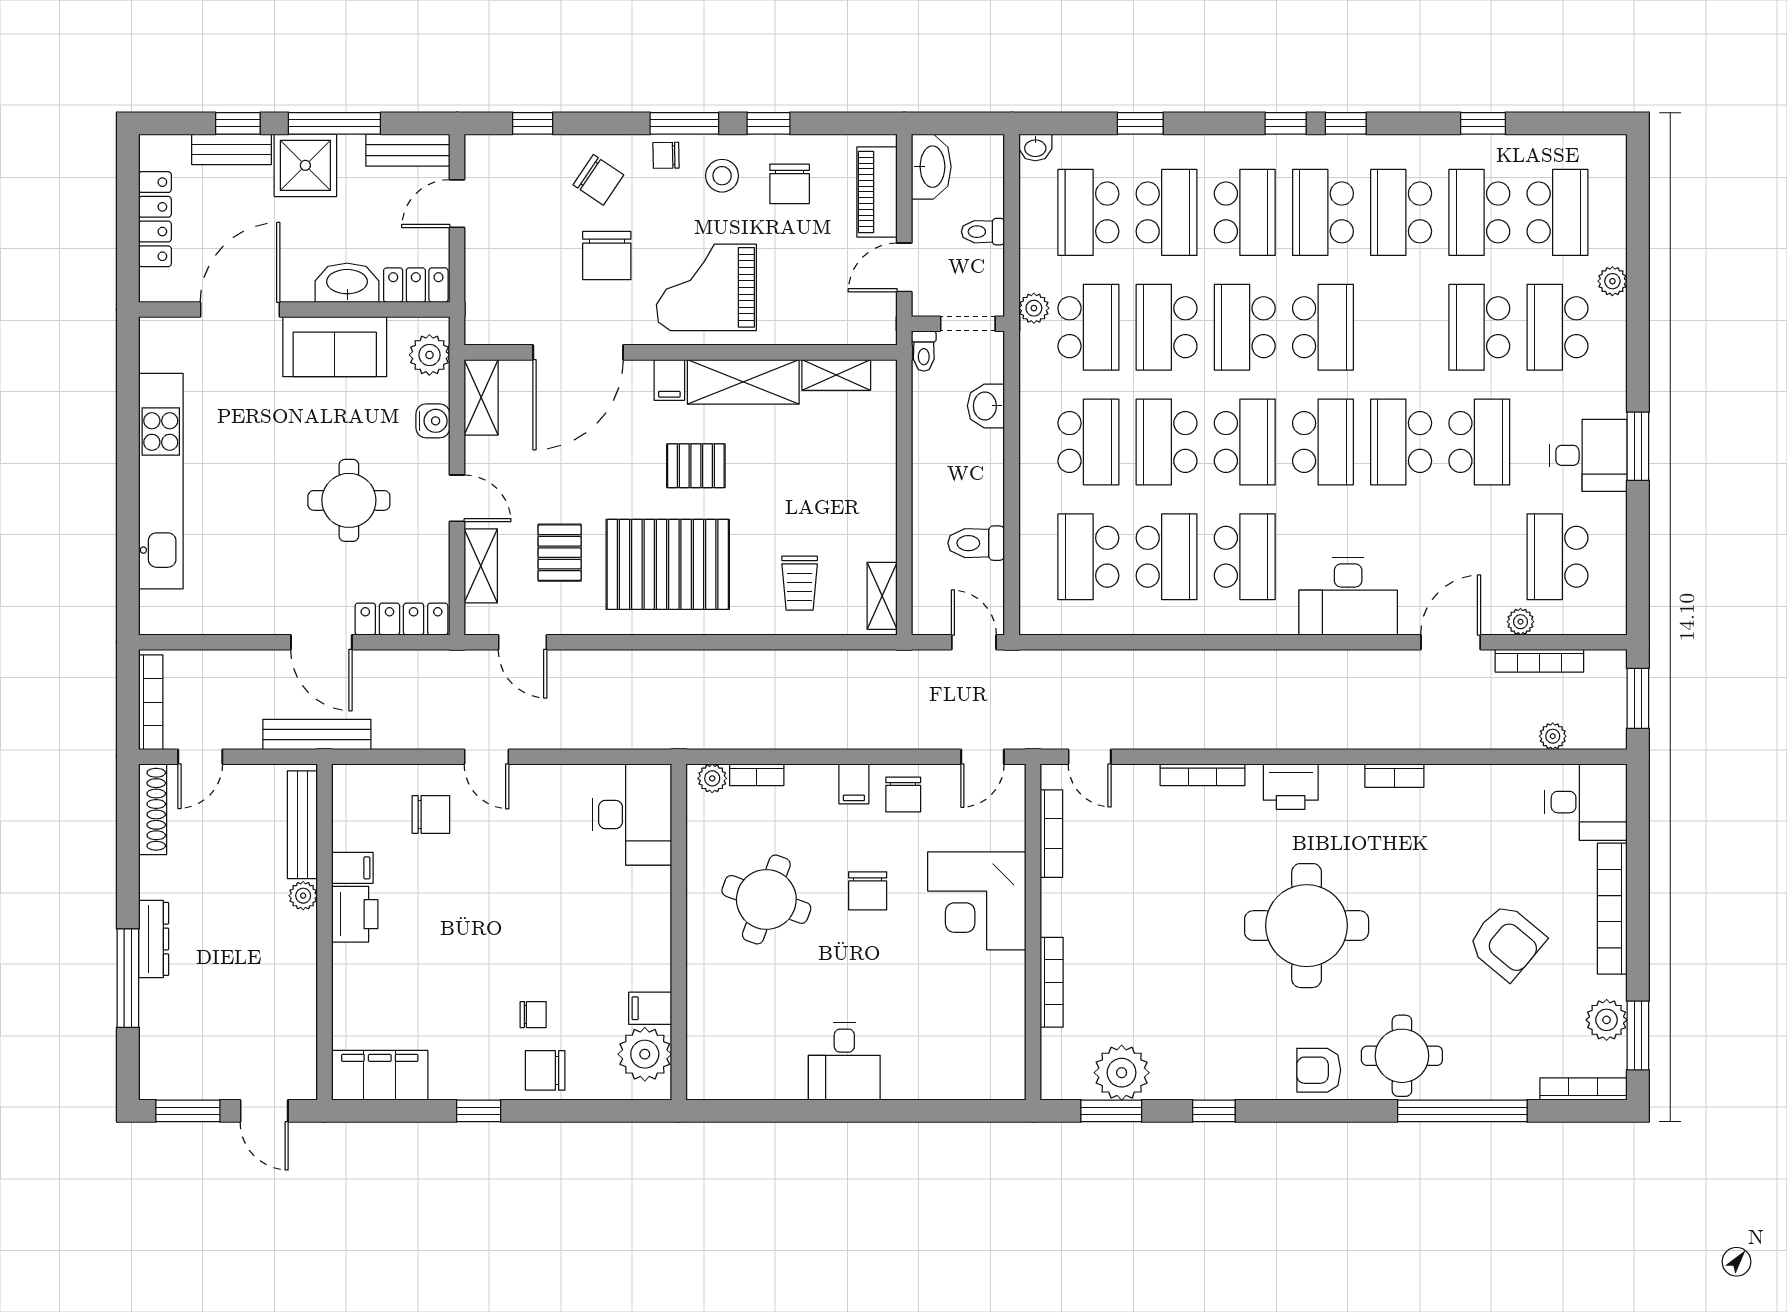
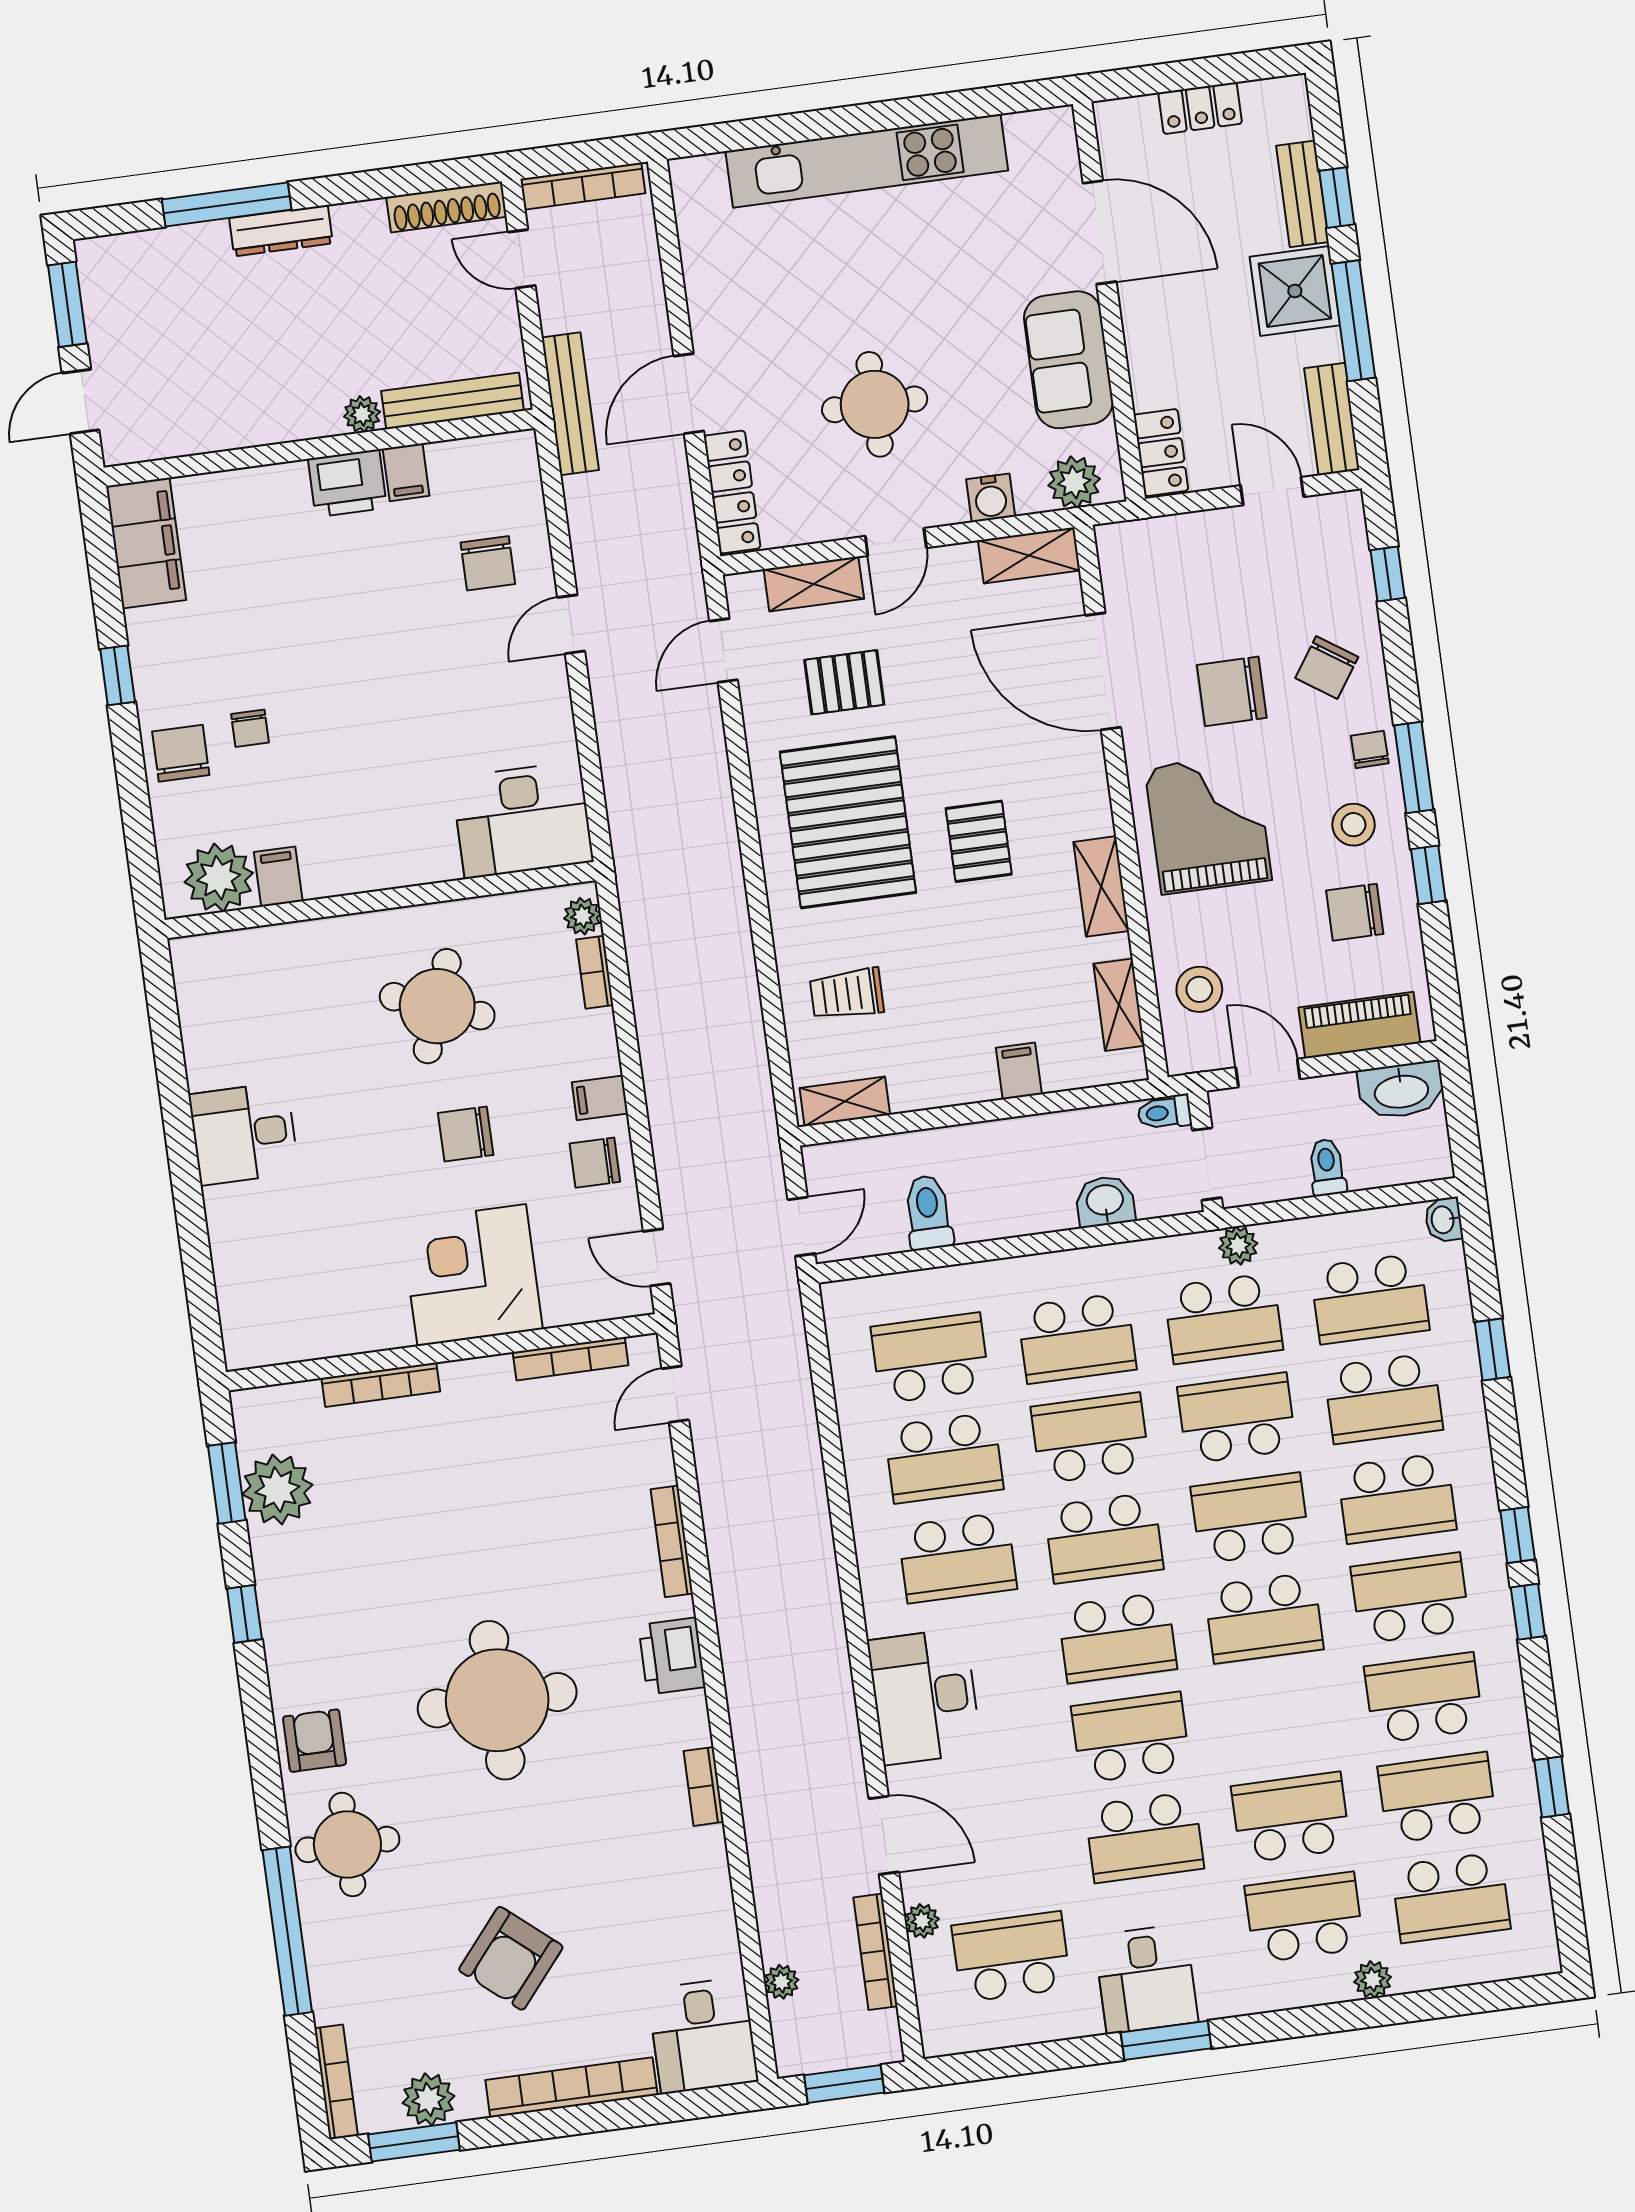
school desk: (1088, 212) -> (1370, 1299), turned 180
locker: (155, 219) -> (1200, 108), width x0.66
washbasin: (347, 283) -> (1152, 364), removed
stool: (833, 311) -> (1199, 989), added
filing cabinet: (669, 380) -> (1019, 1071), moved, turned 90
shelving: (743, 382) -> (1101, 886), width x0.67, depth x0.75

